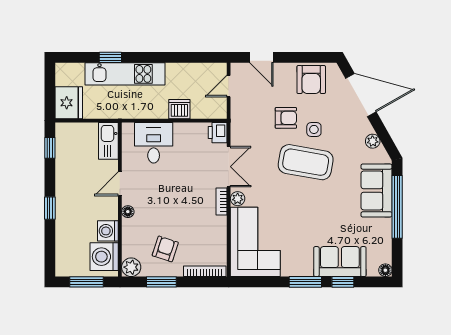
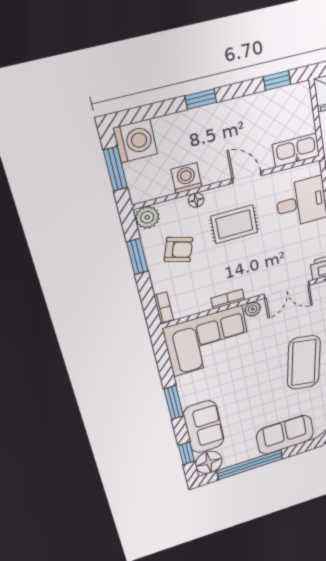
rug: (157, 201) -> (234, 224), added
bookcase: (222, 201) -> (228, 299), moved
window: (397, 207) -> (250, 465), moved
floor lamp: (128, 212) -> (196, 200), moved
washing machine: (104, 257) -> (135, 141), moved, turned 90
floor lamp: (385, 270) -> (209, 462), width x1.89, depth x1.89
bookcase: (205, 271) -> (164, 308), width x0.64
window: (343, 282) -> (186, 453), moved

